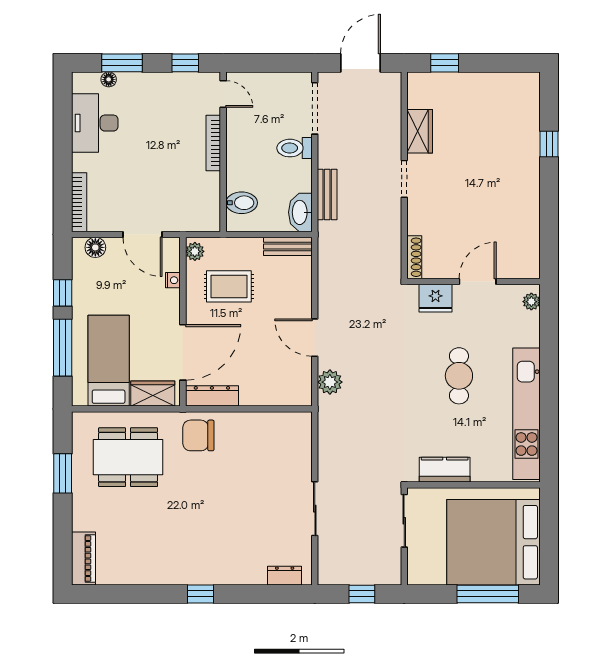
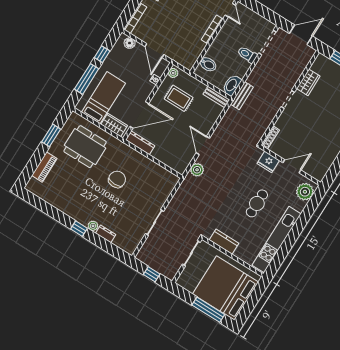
bench: (327, 194) -> (242, 96), moved
plant: (531, 302) -> (305, 192), width x1.87, depth x1.87
chair: (198, 435) -> (117, 179), moved, turned 90
piano: (83, 559) -> (44, 167), moved
plant: (220, 576) -> (93, 226), added
dresser: (285, 576) -> (106, 234), moved

